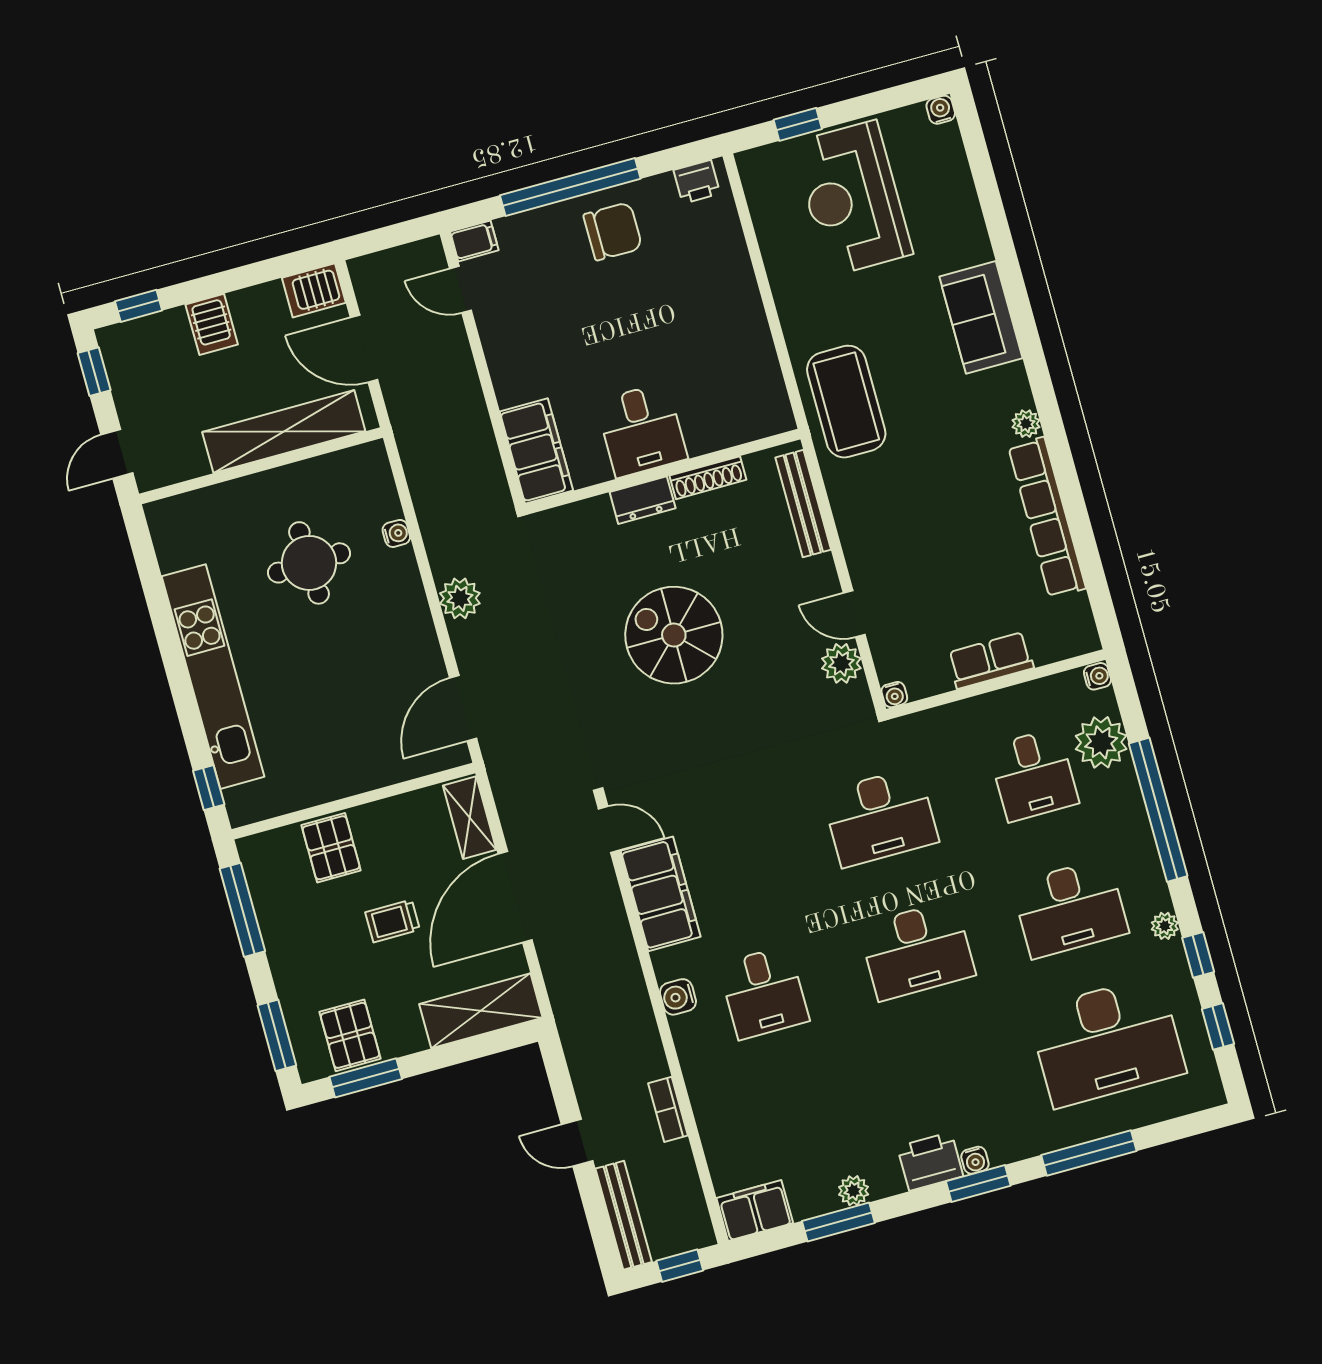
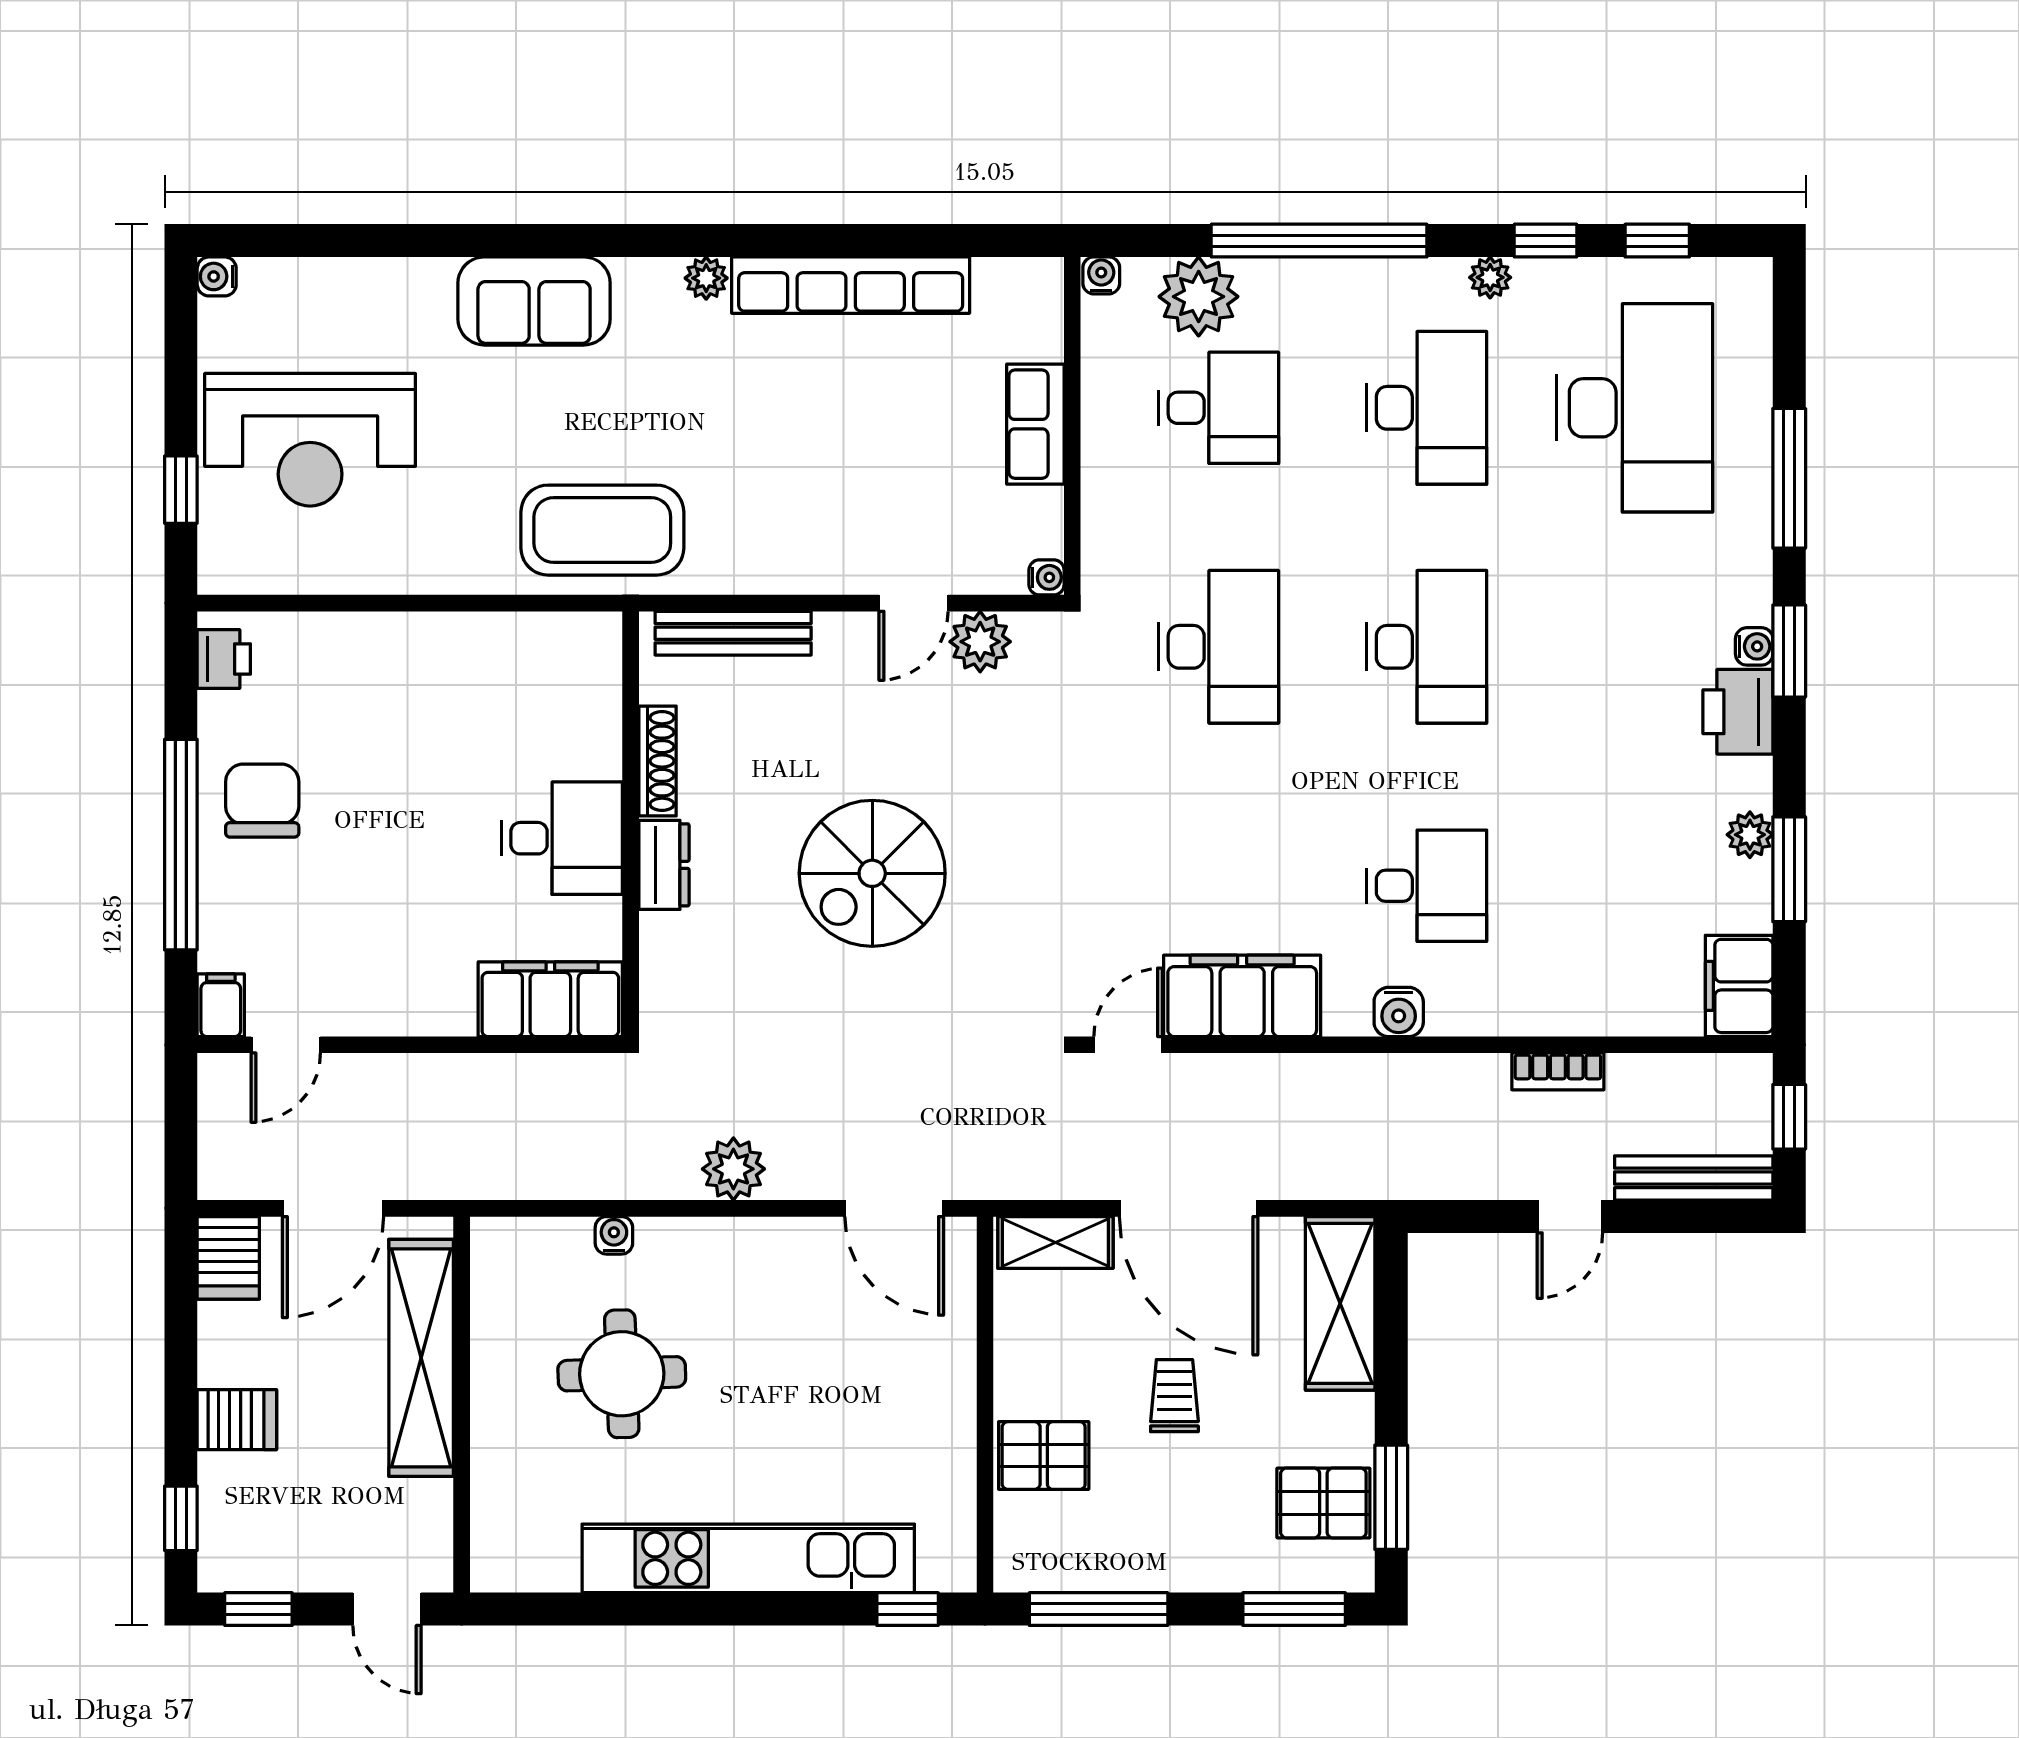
trolley: (393, 921) -> (1174, 1396), turned 180

